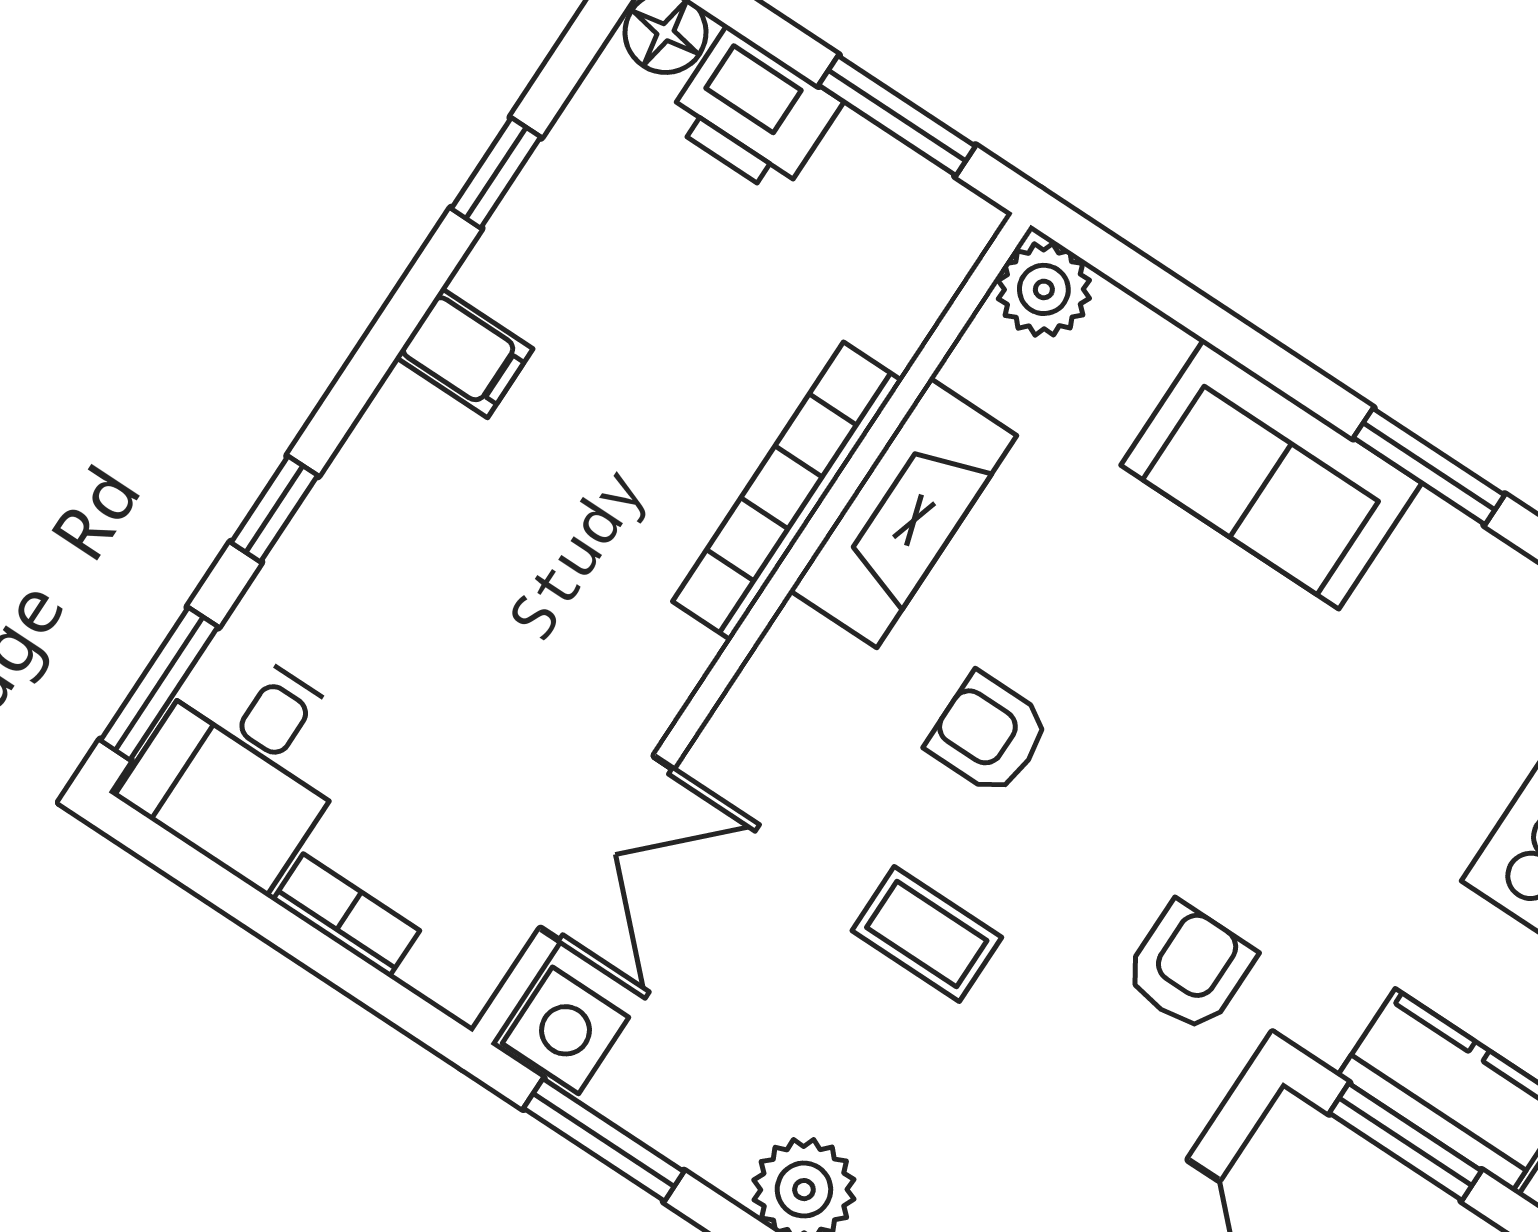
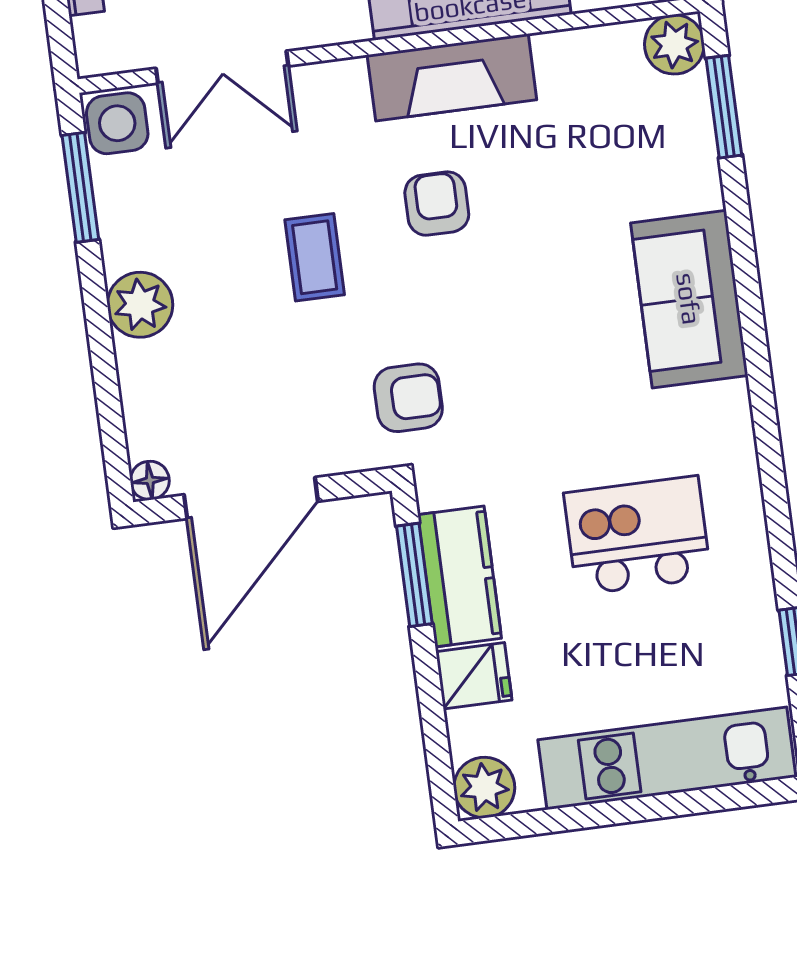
window: (1429, 466) -> (724, 107), moved
sofa: (1271, 474) -> (689, 299), moved
fireplace: (903, 513) -> (452, 77), moved

